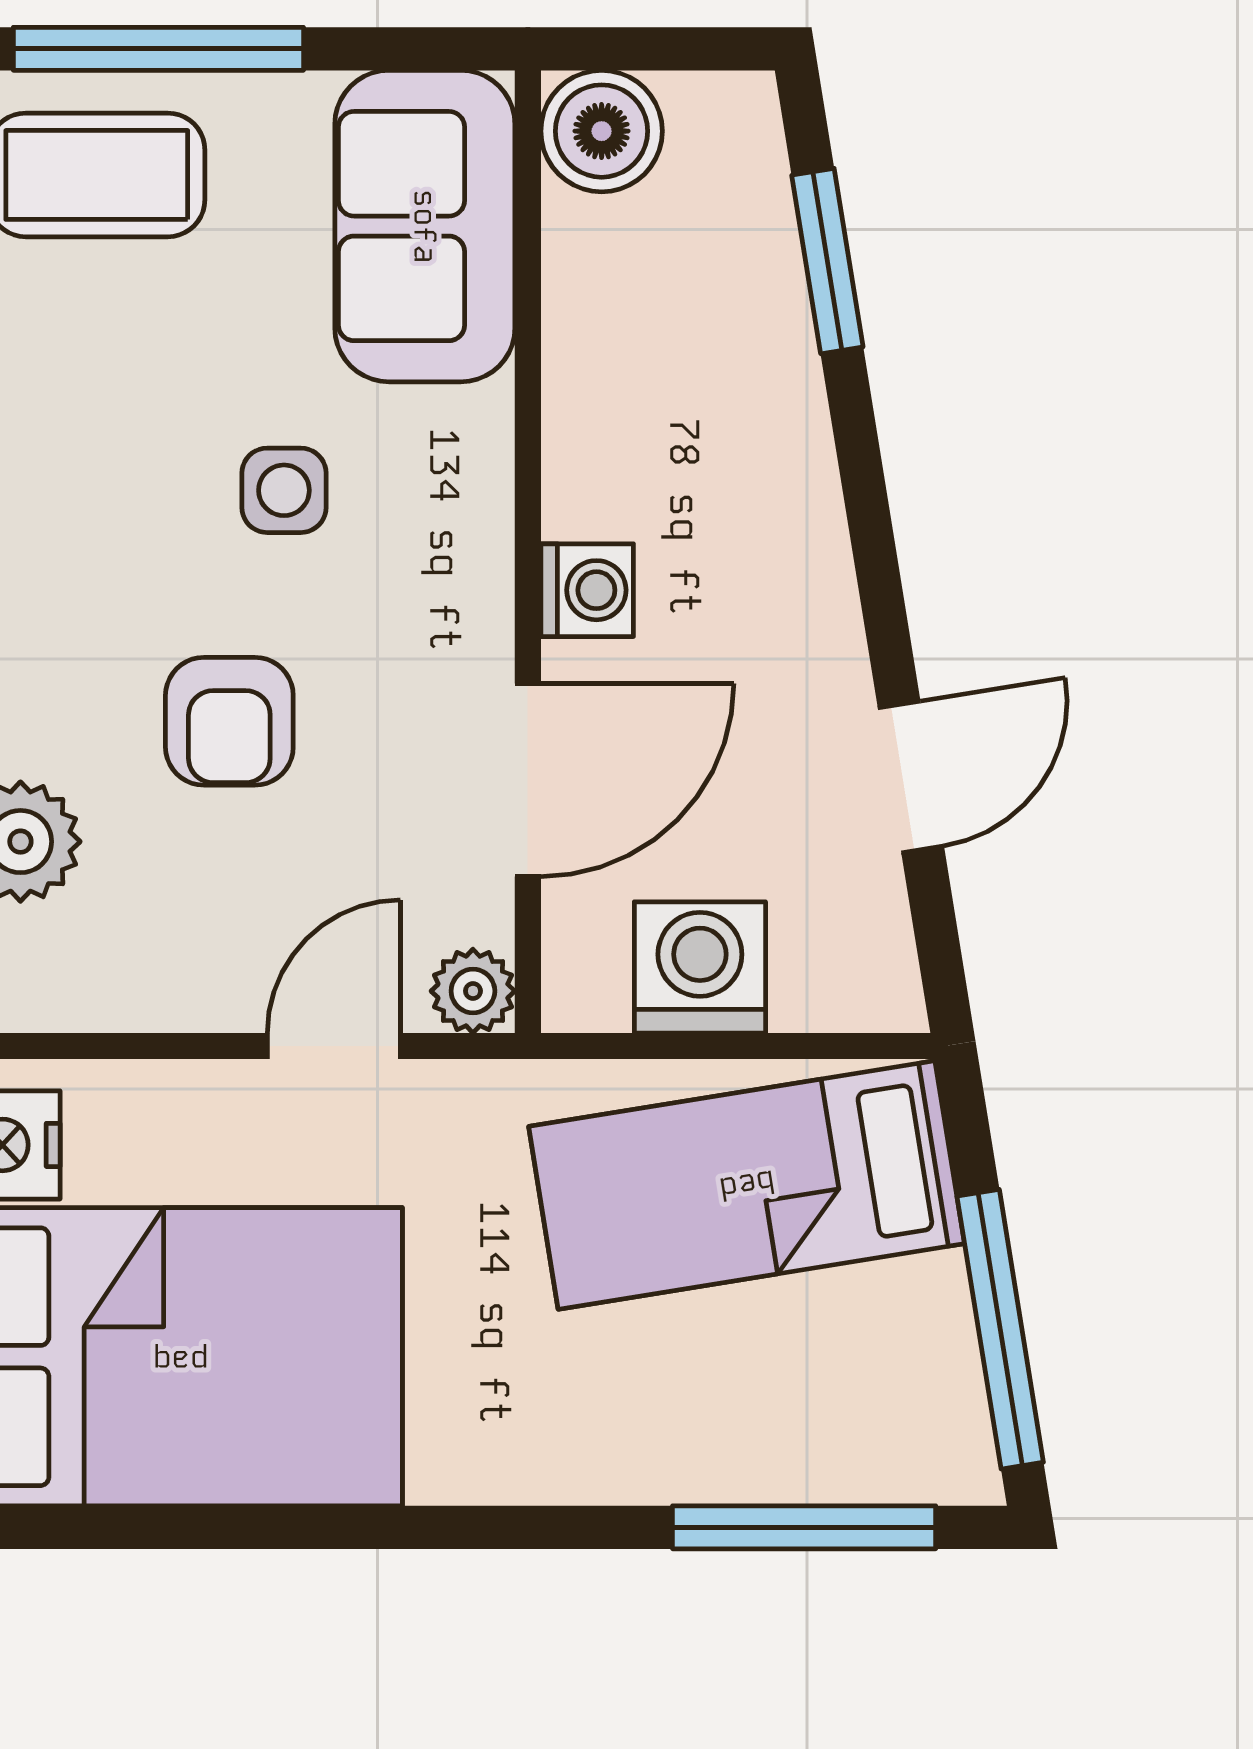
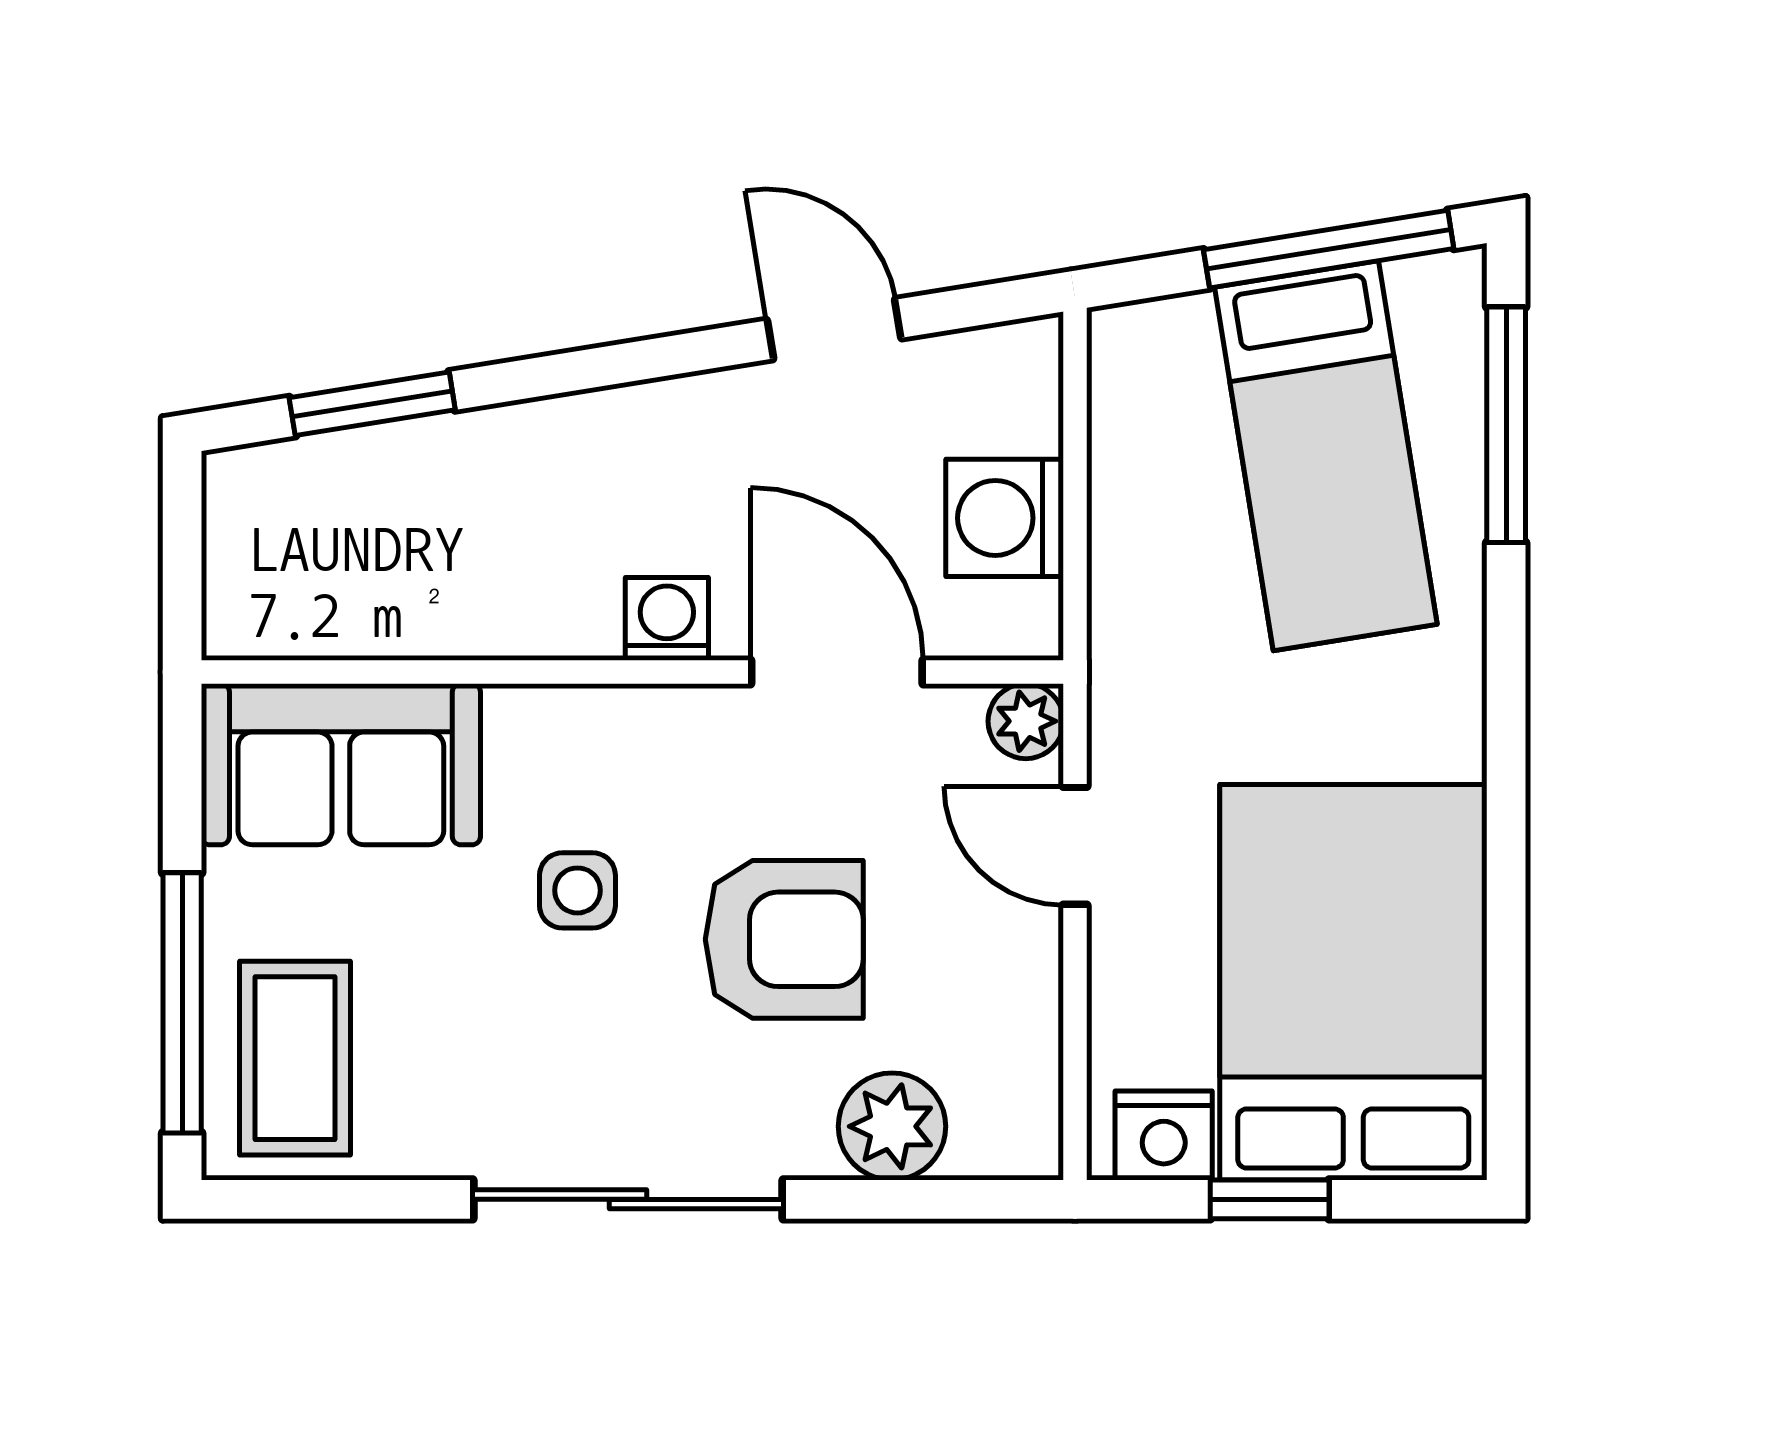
boiler: (602, 131) -> (256, 606), removed
armchair: (229, 721) -> (784, 939), width x1.38, depth x1.38
bed: (747, 1185) -> (1326, 456), moved

